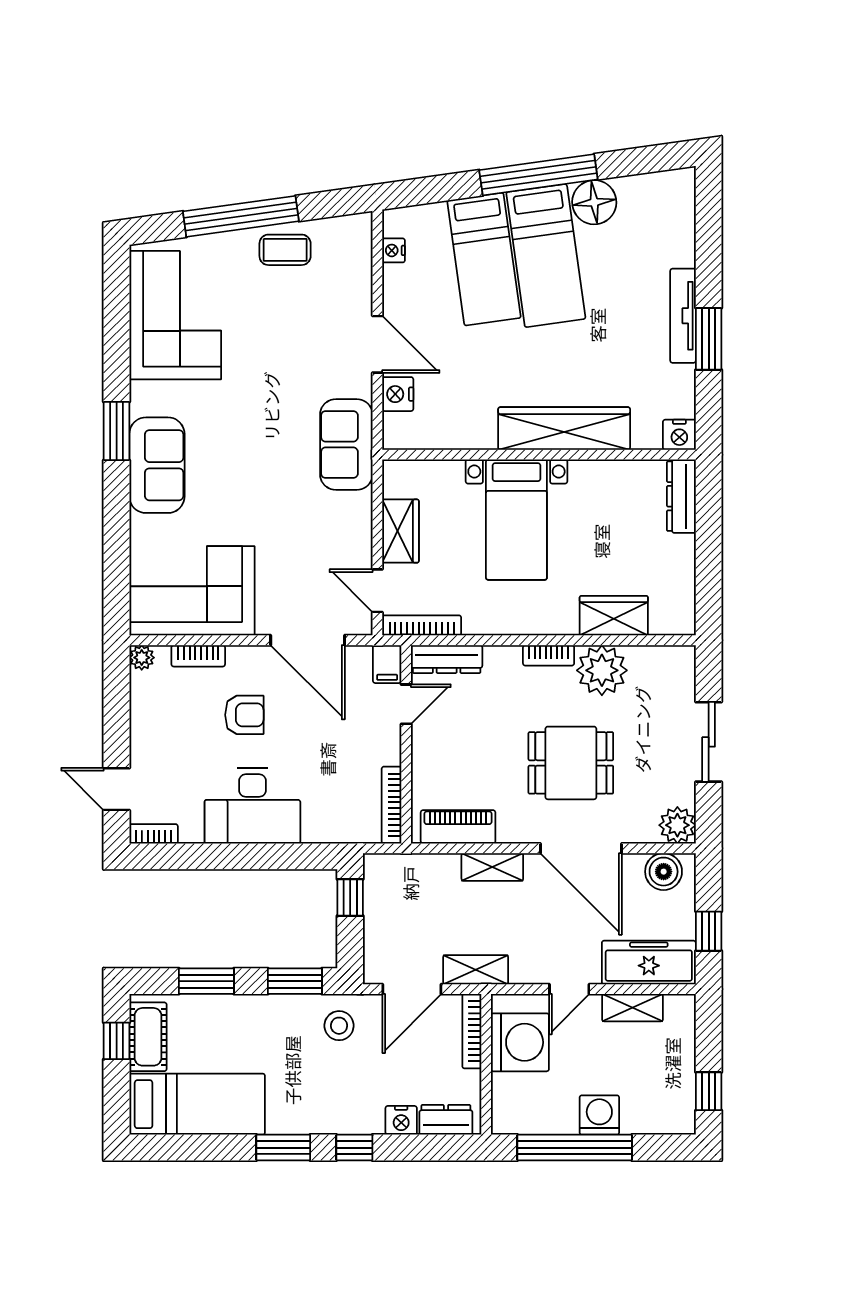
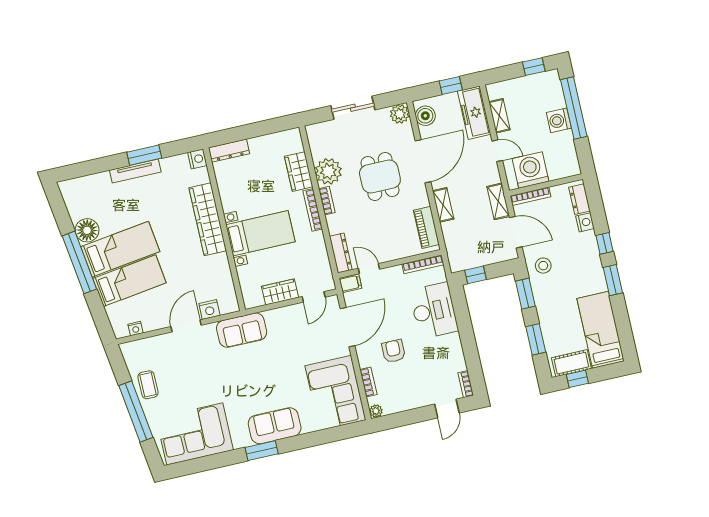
bookcase: (422, 625) -> (313, 210), moved
desk: (252, 806) -> (434, 311), moved
window: (575, 1148) -> (574, 108), moved

